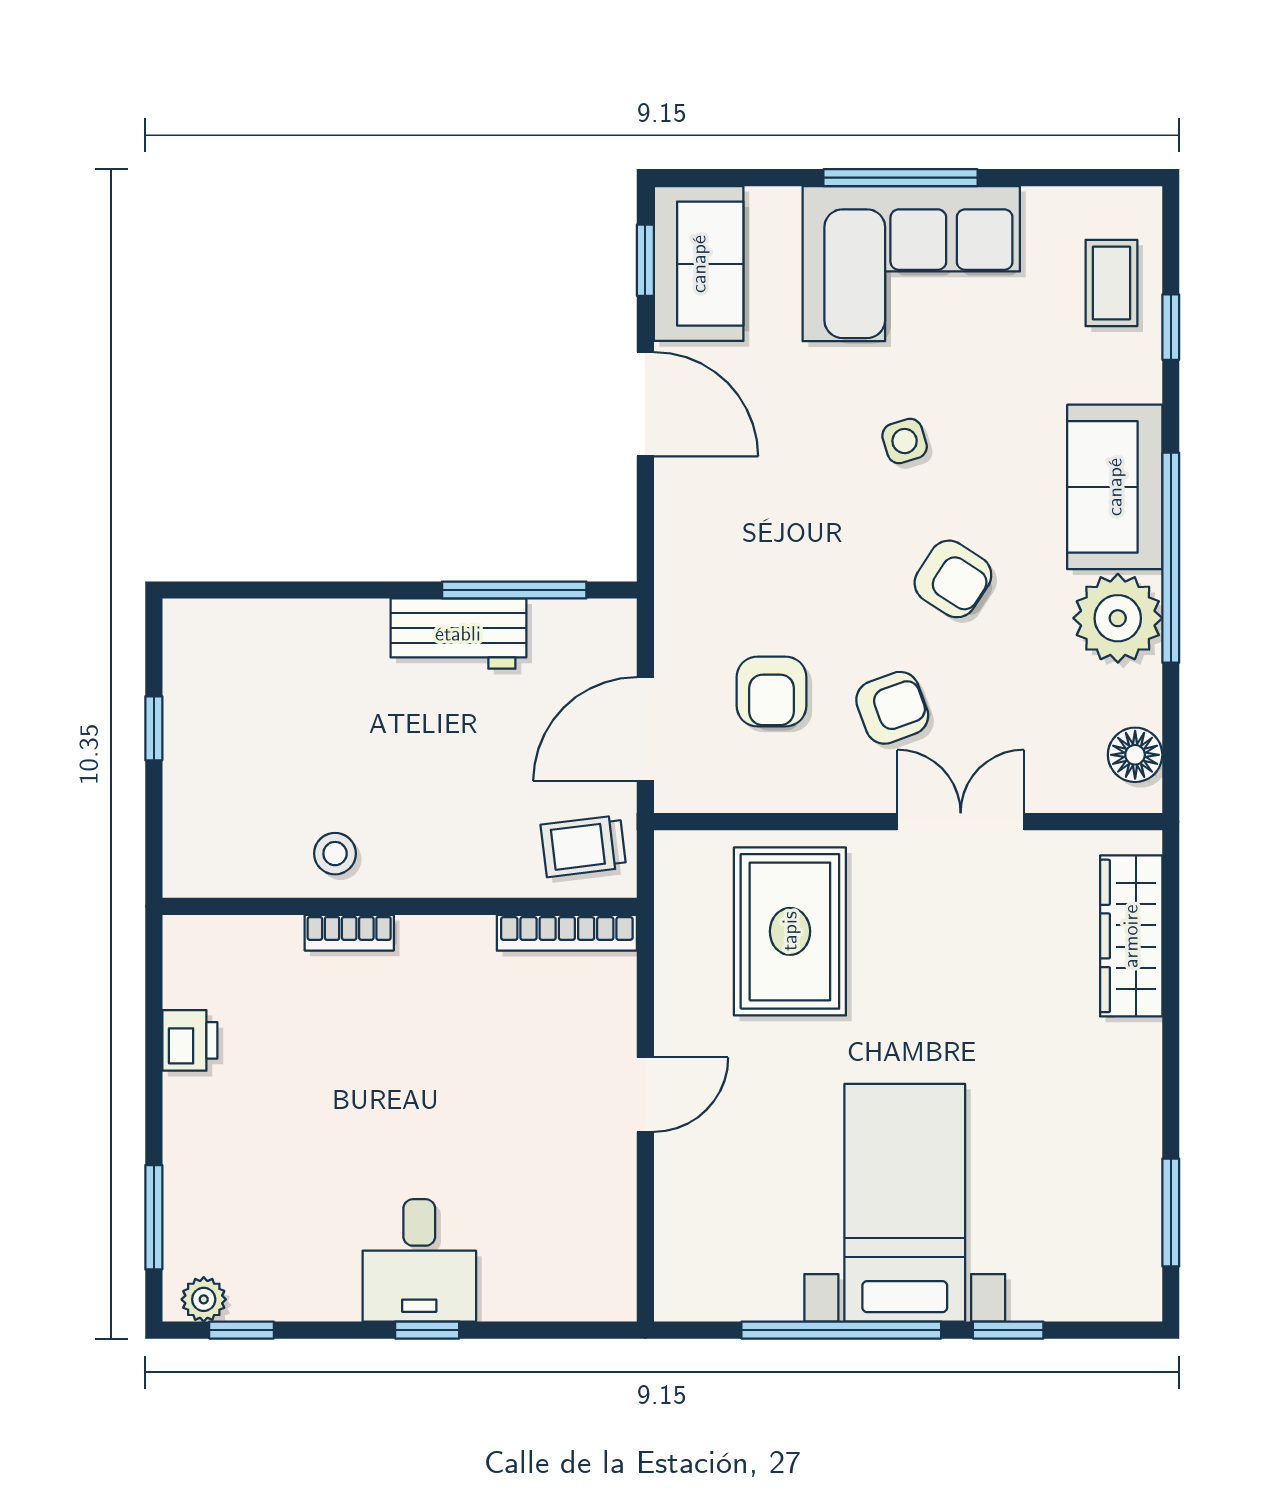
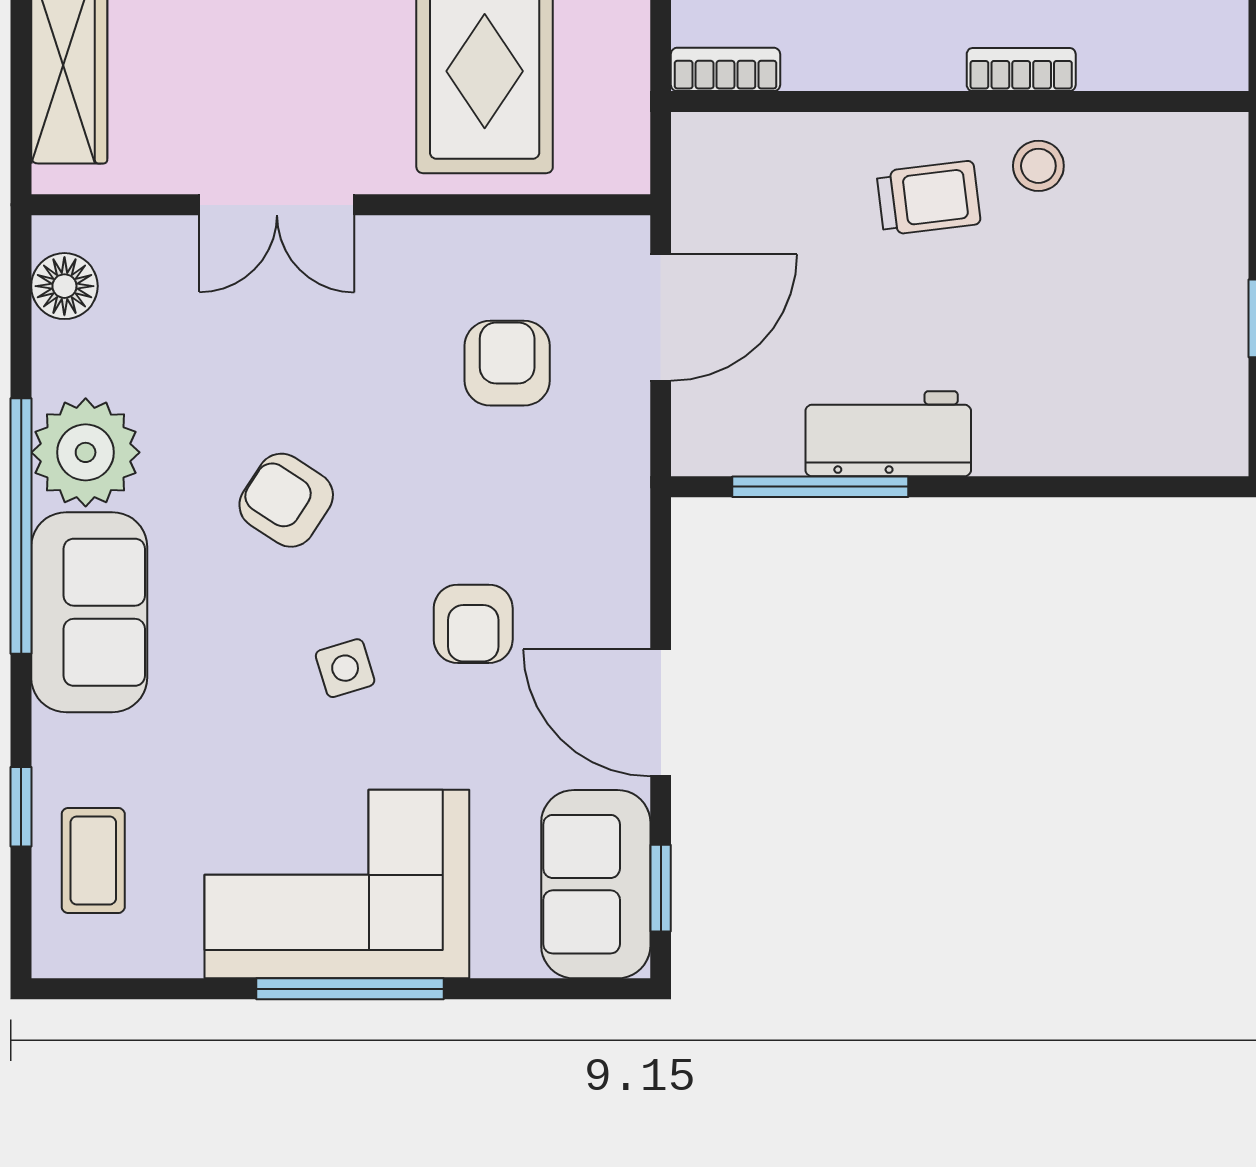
armchair: (892, 708) -> (473, 624), moved, turned -70
trolley: (583, 846) -> (929, 198), moved
bookcase: (567, 933) -> (725, 69), width x0.64

